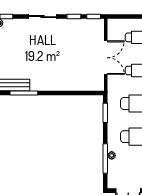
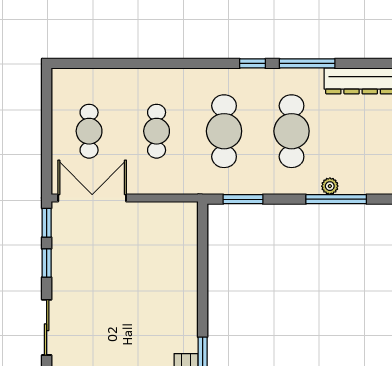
double door: (106, 58) -> (92, 198), moved

